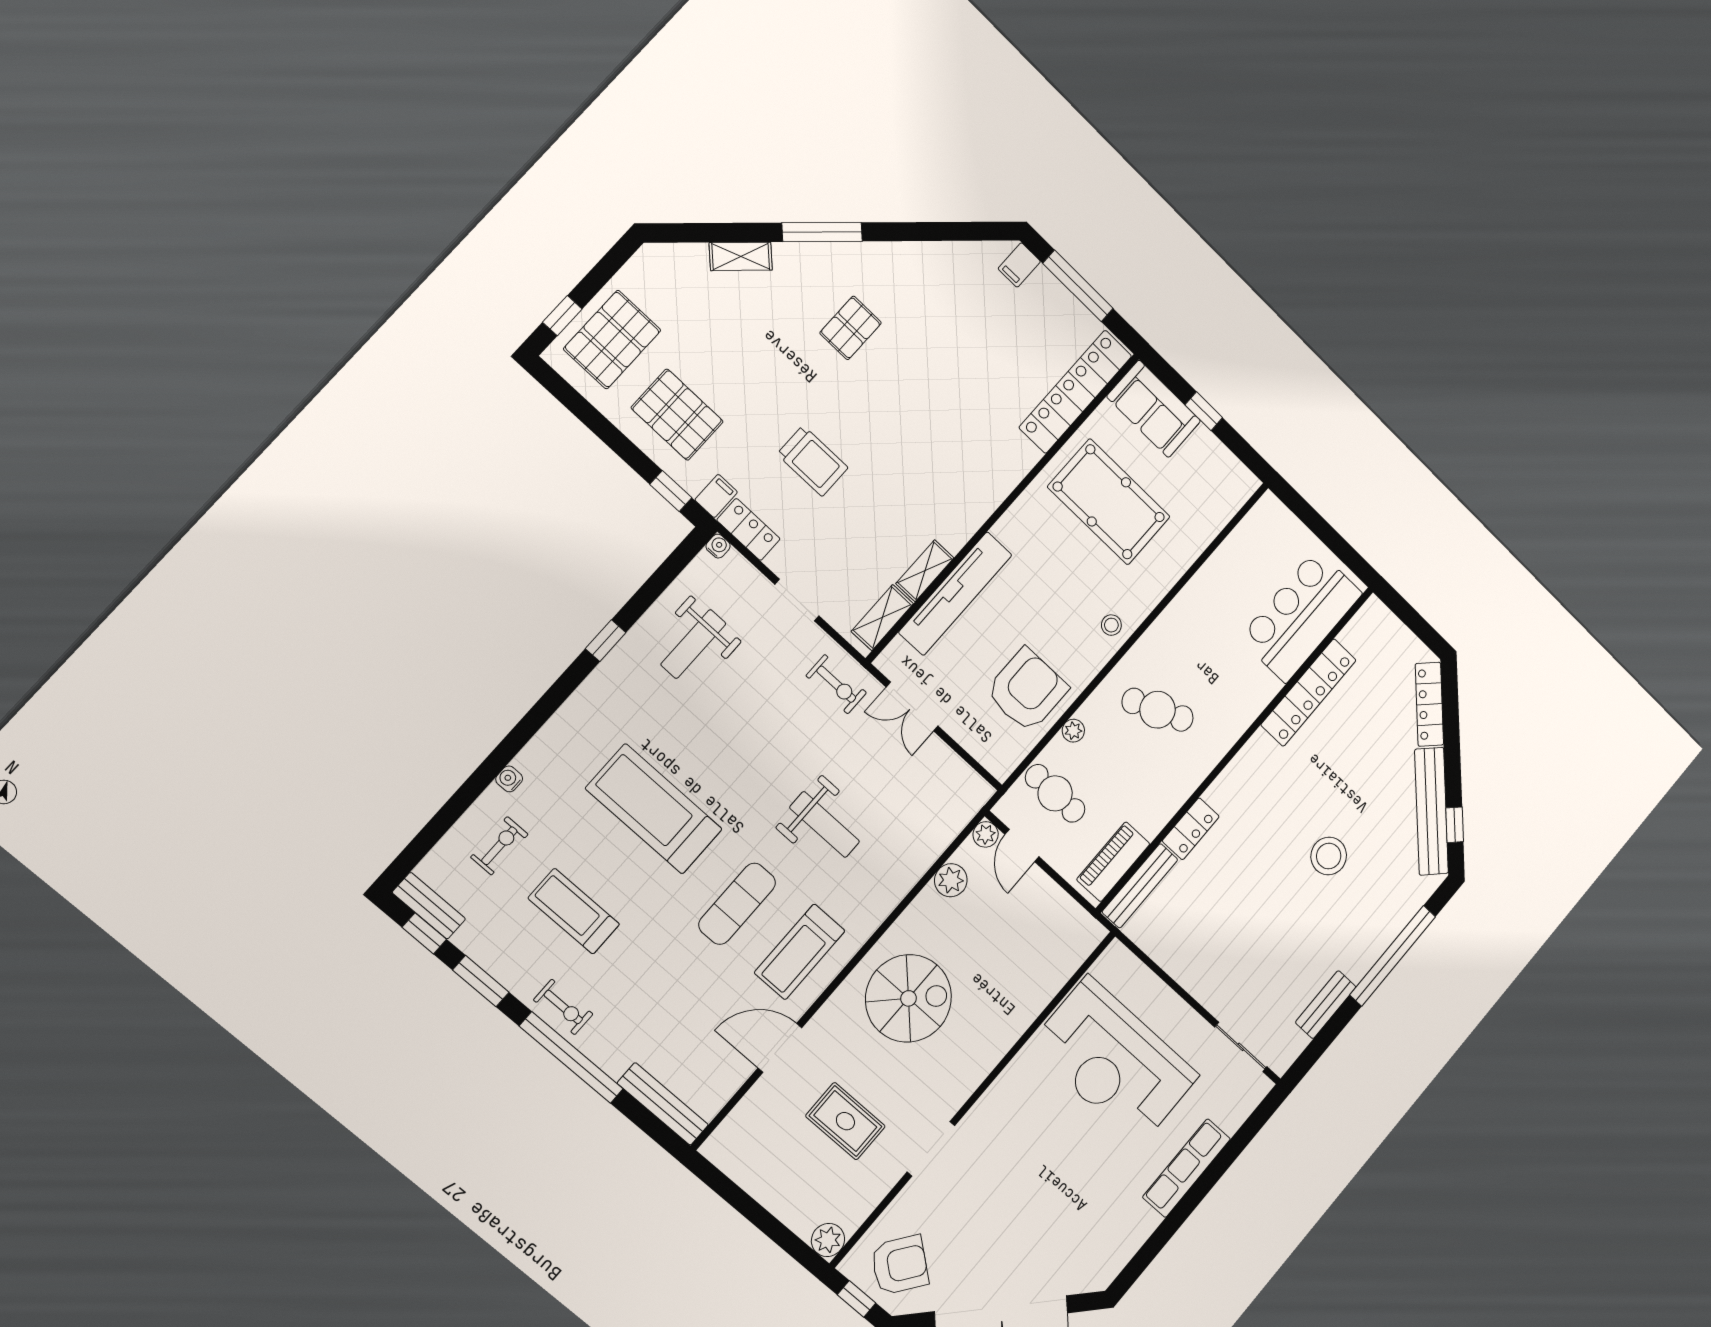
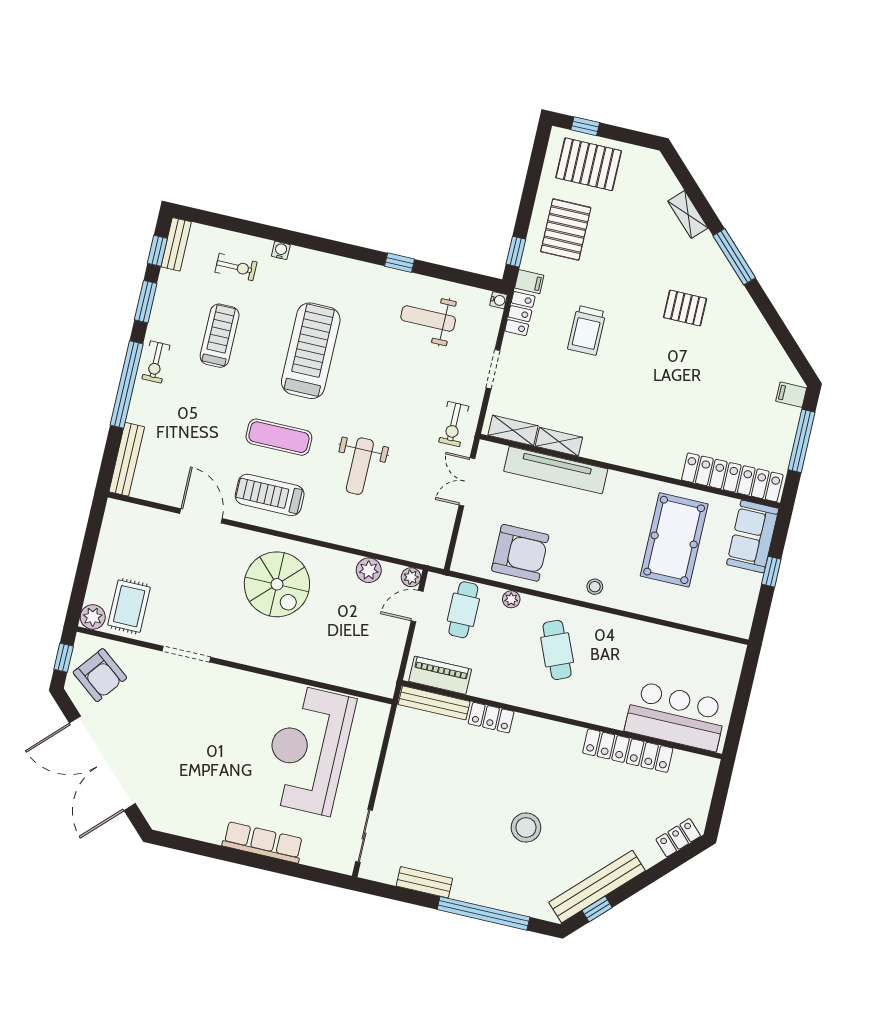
locker: (1429, 704) -> (678, 838), width x0.66
rug: (845, 1121) -> (129, 606), moved

